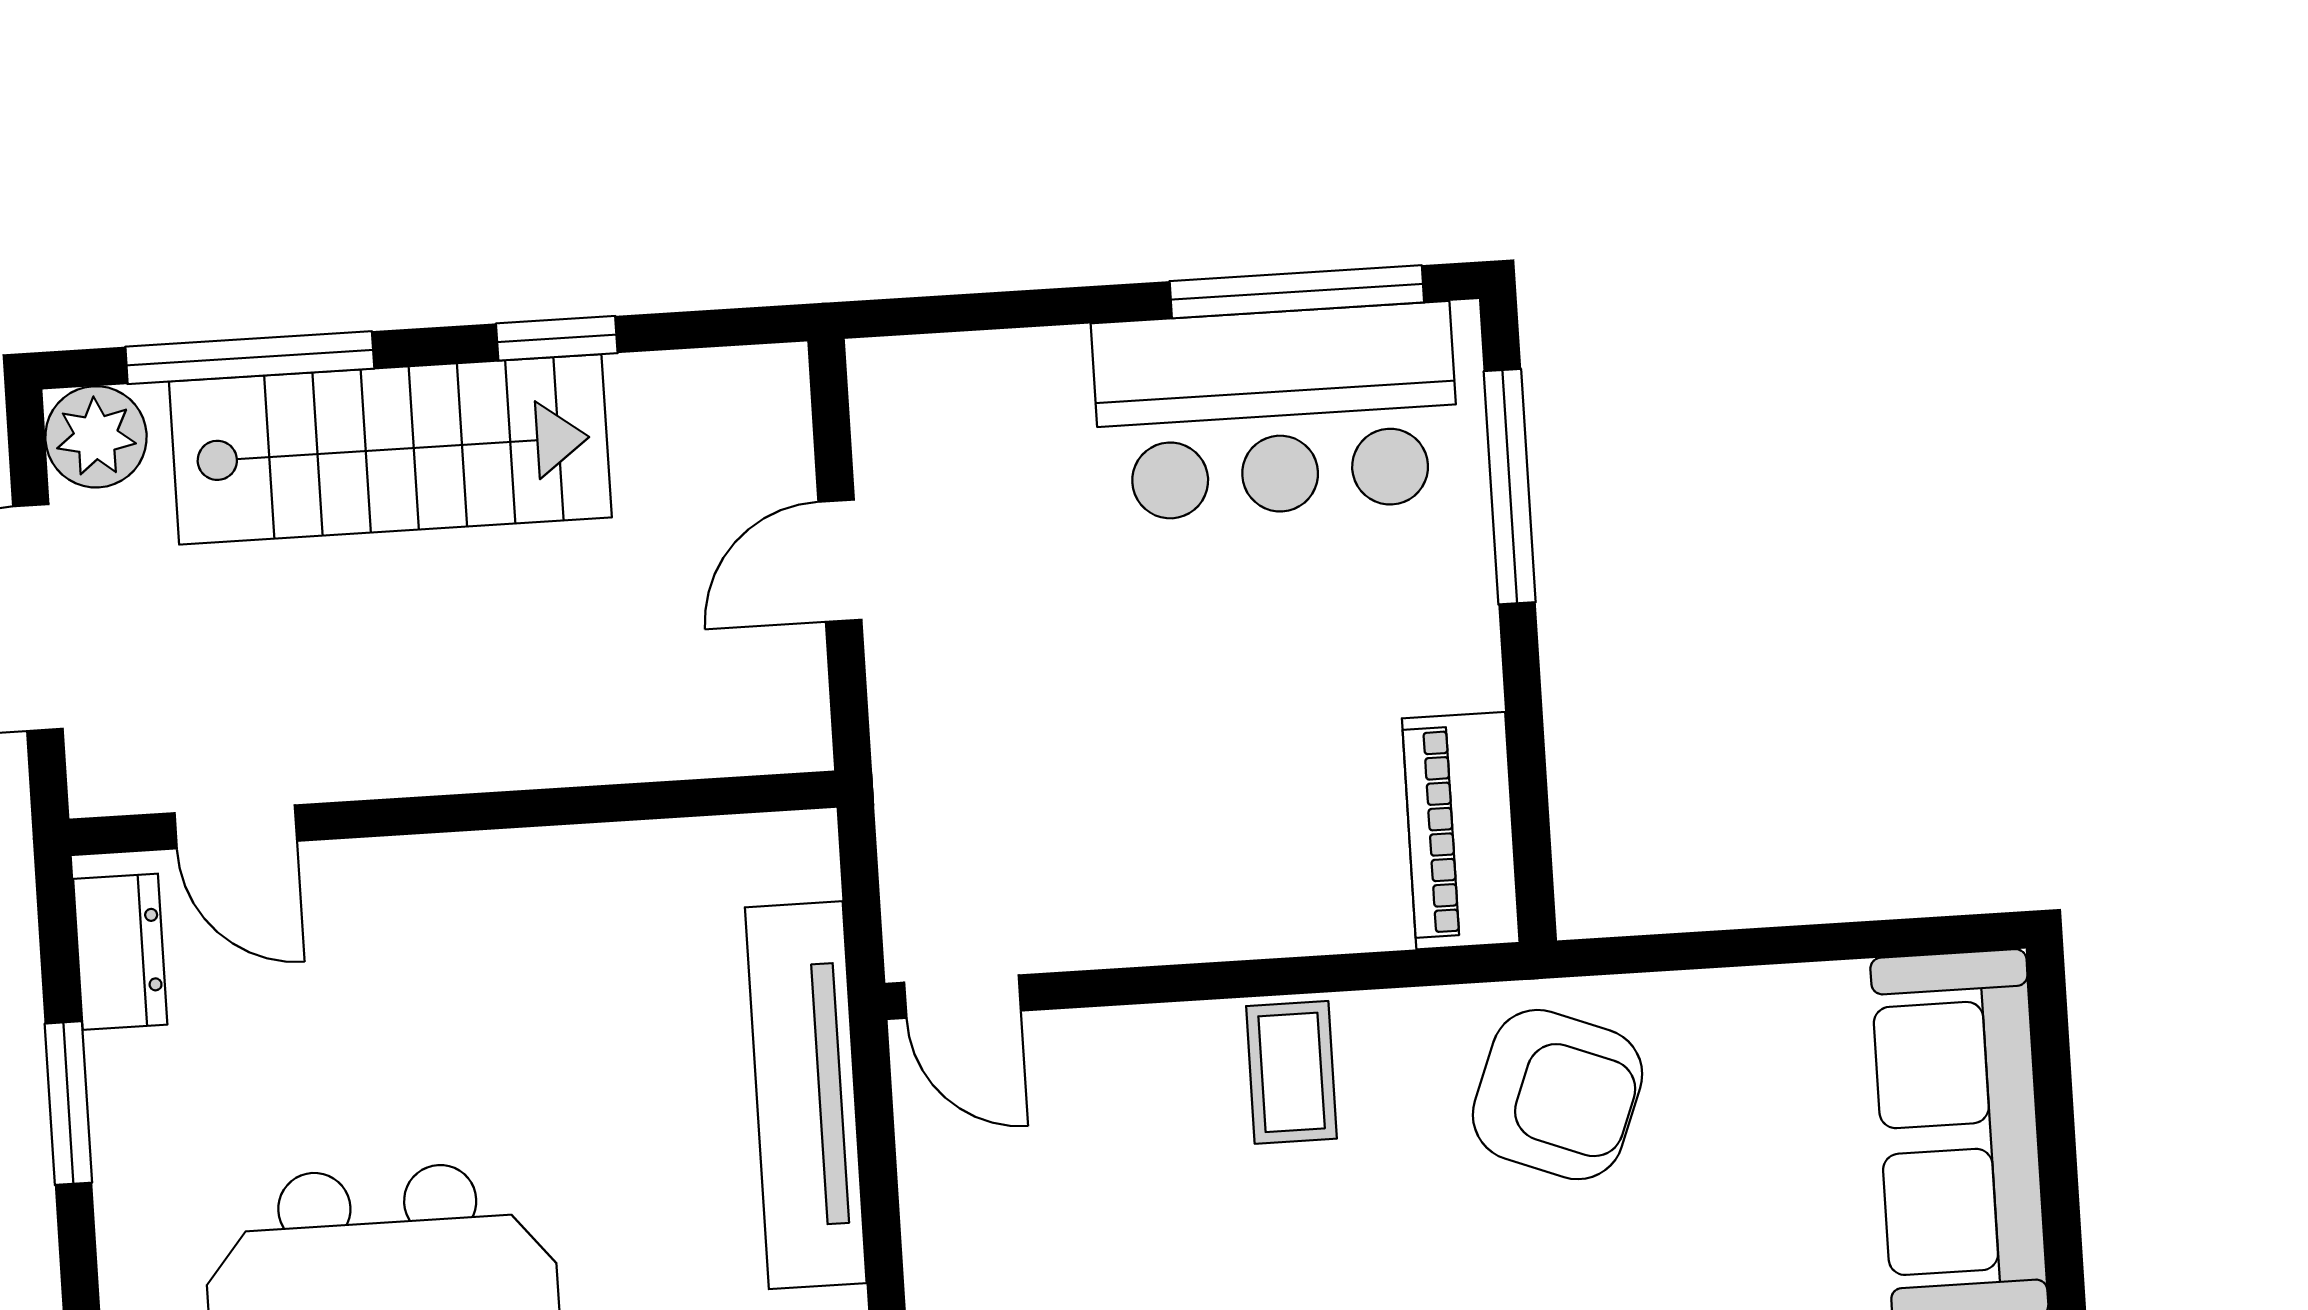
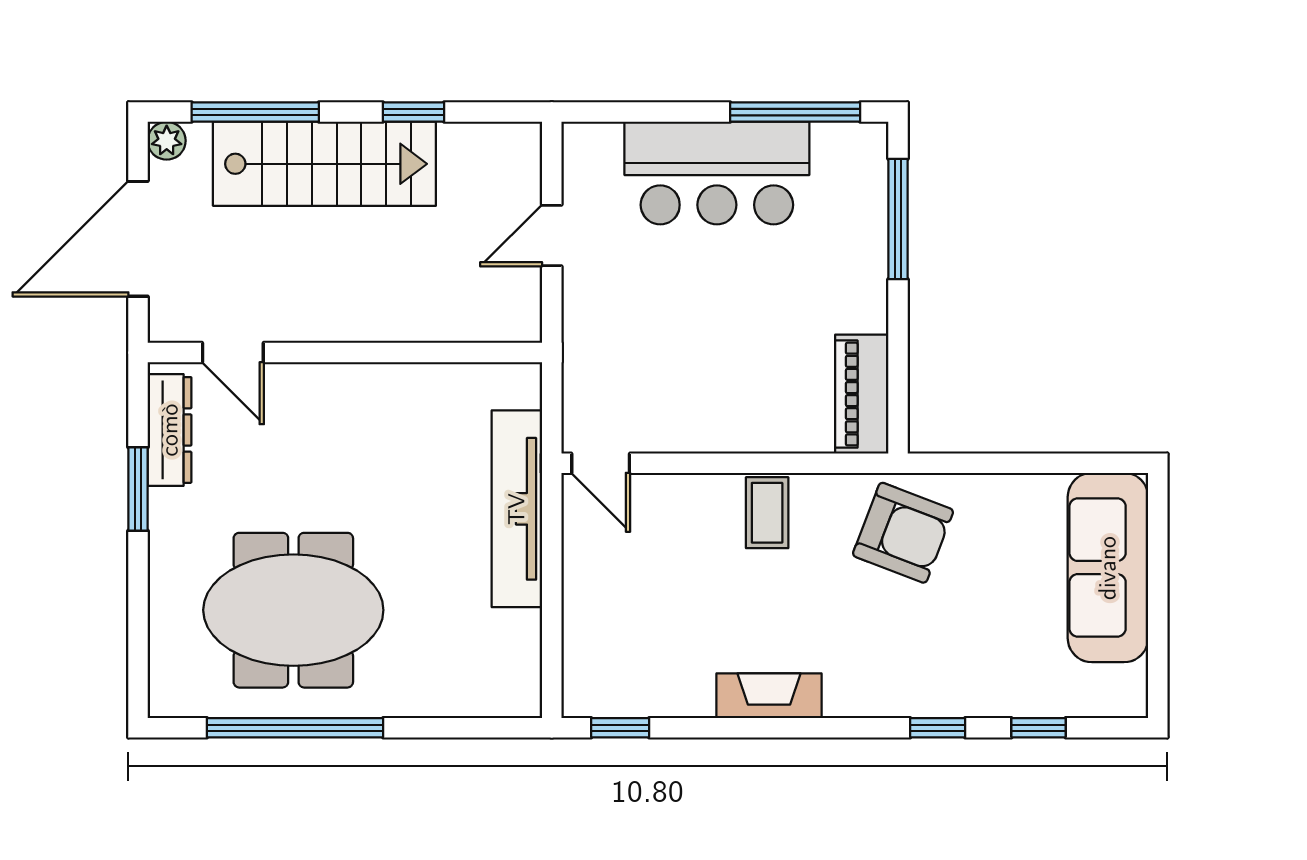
bar counter: (1276, 412) -> (717, 173), moved
plant: (96, 437) -> (167, 141), width x0.73, depth x0.73
dresser: (120, 952) -> (170, 430), width x1.44

